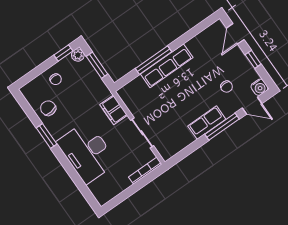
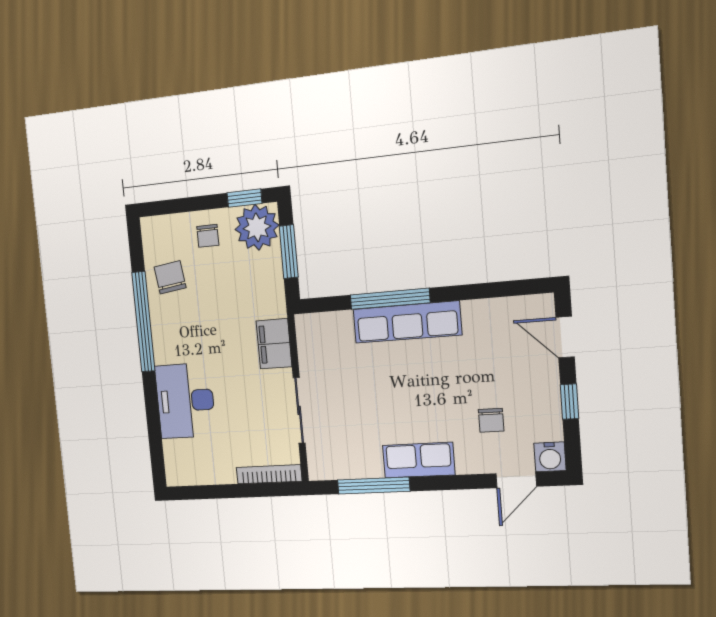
door: (235, 34) -> (565, 337), hinge flipped
plant: (78, 55) -> (257, 227), width x1.88, depth x1.88
door: (252, 106) -> (516, 480), hinge flipped
window: (222, 127) -> (374, 486), moved
window: (47, 136) -> (143, 322), width x2.11
desk: (87, 152) -> (185, 401), width x0.73, depth x0.77

